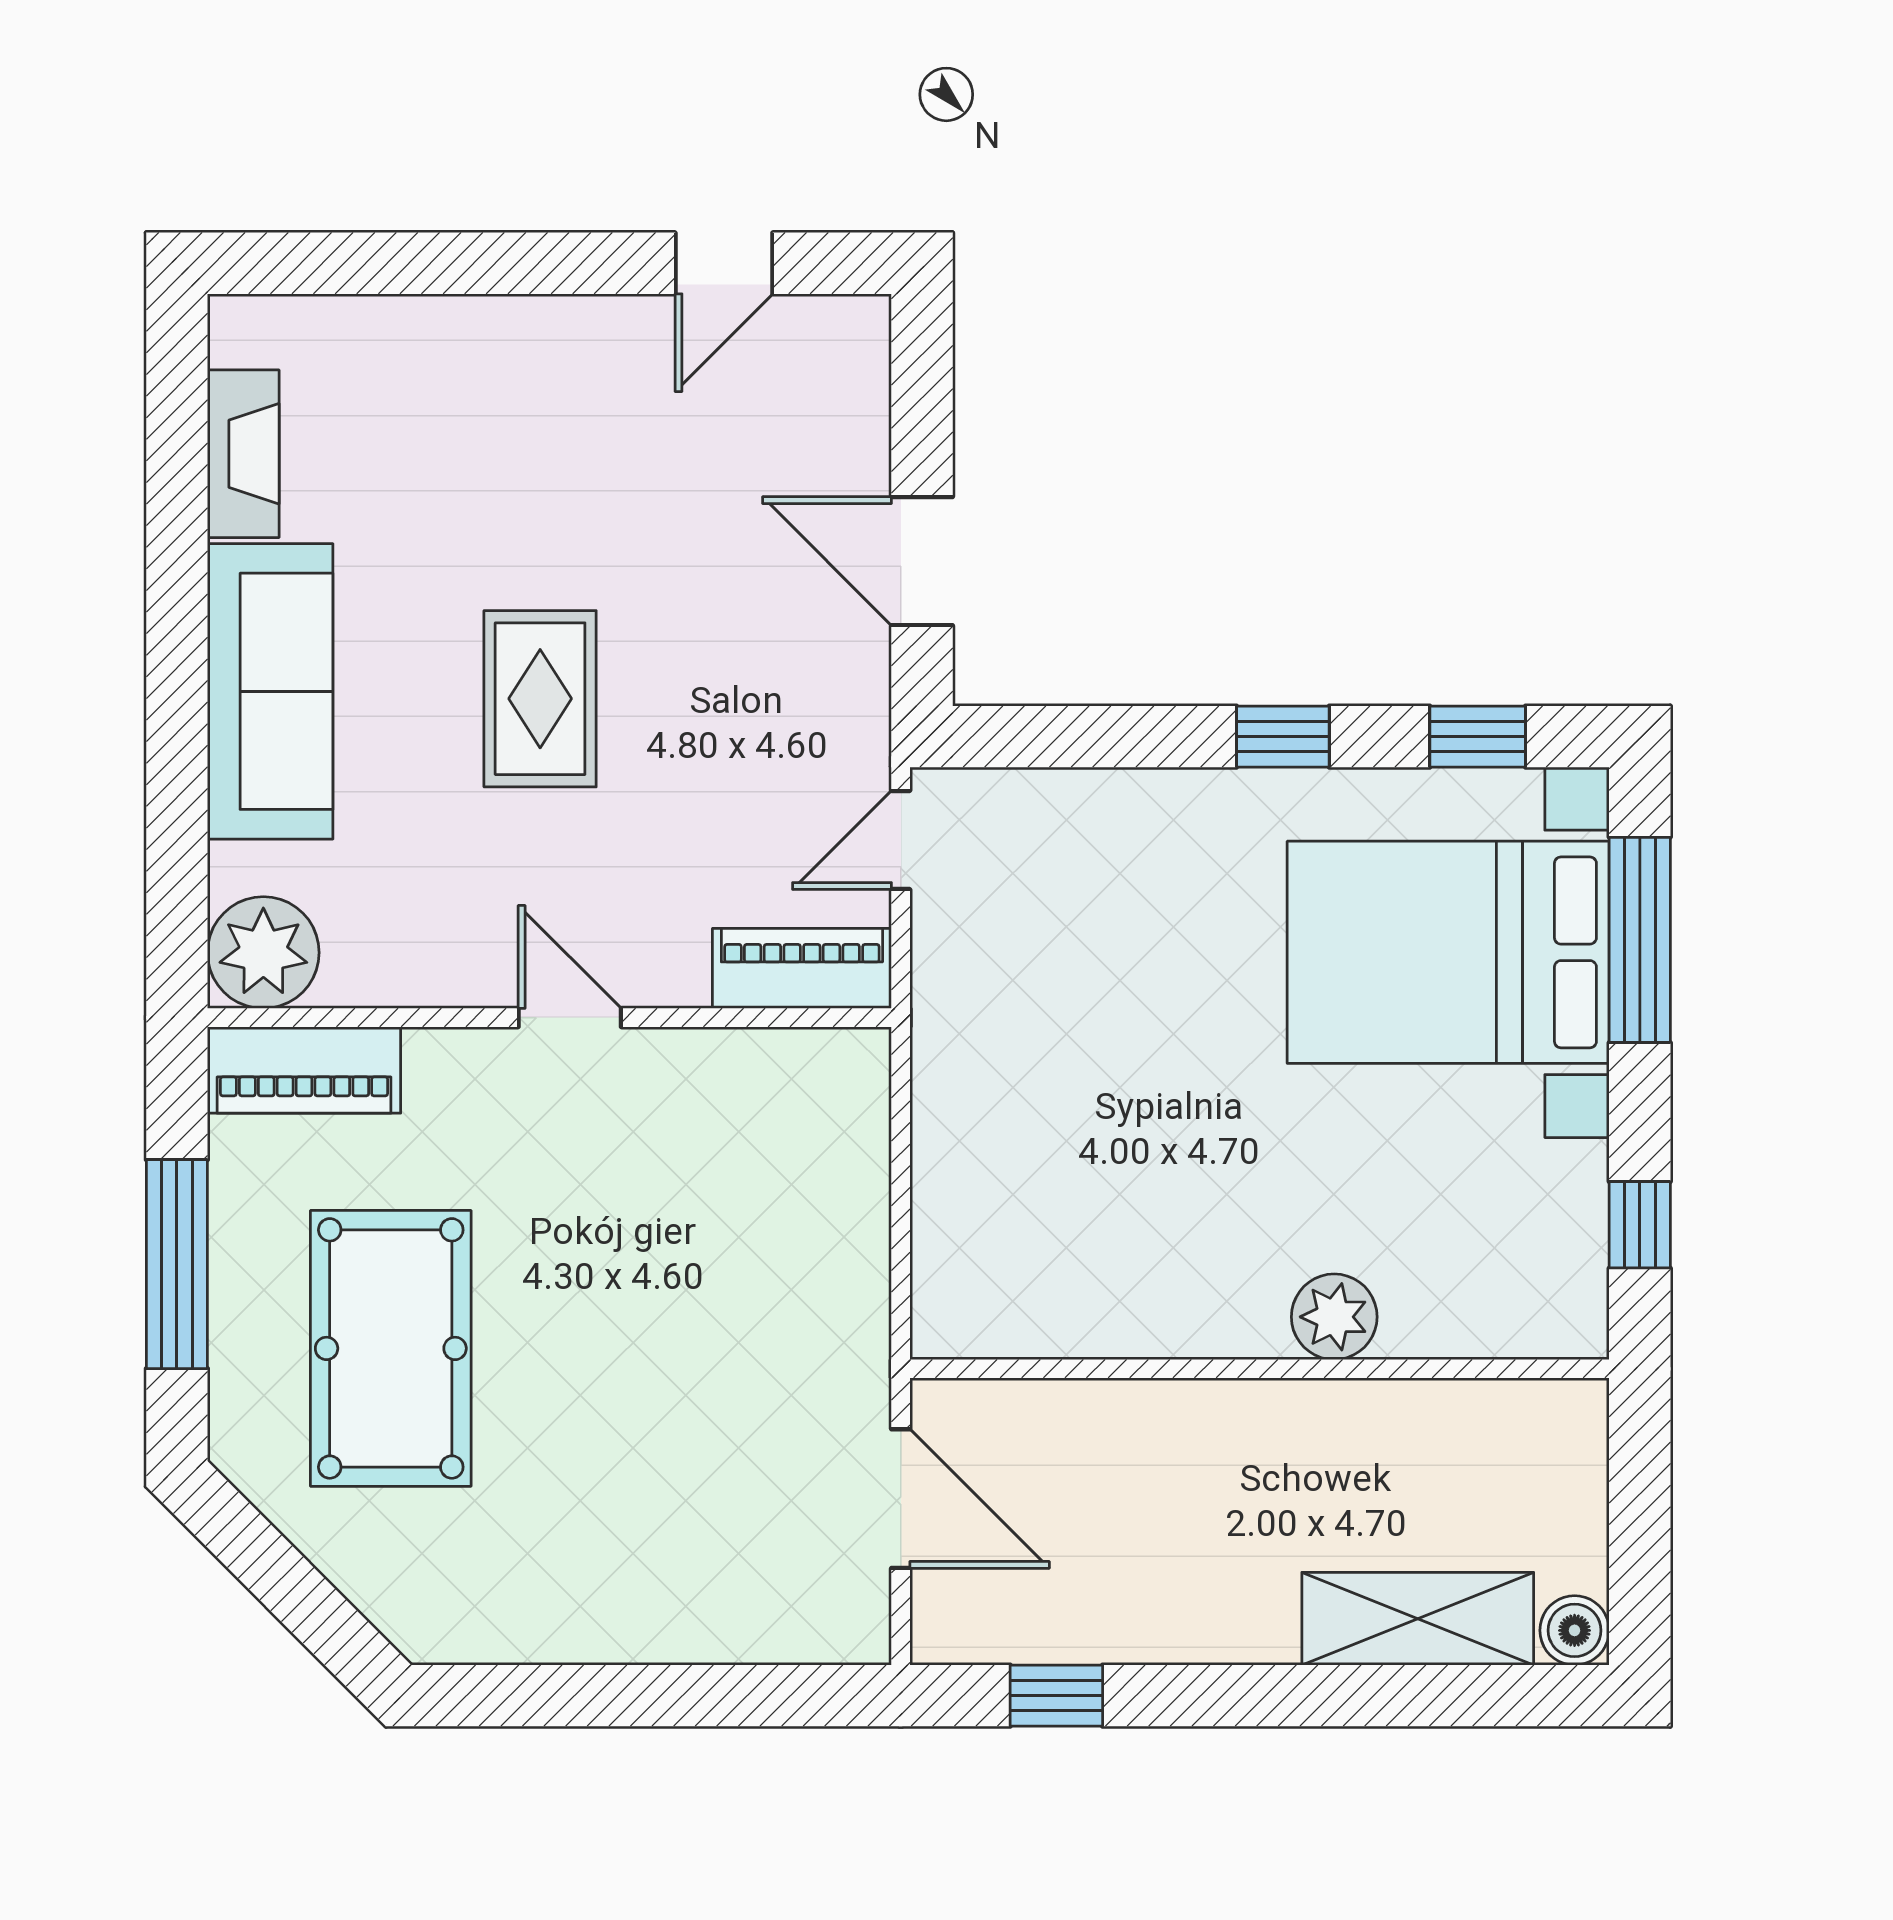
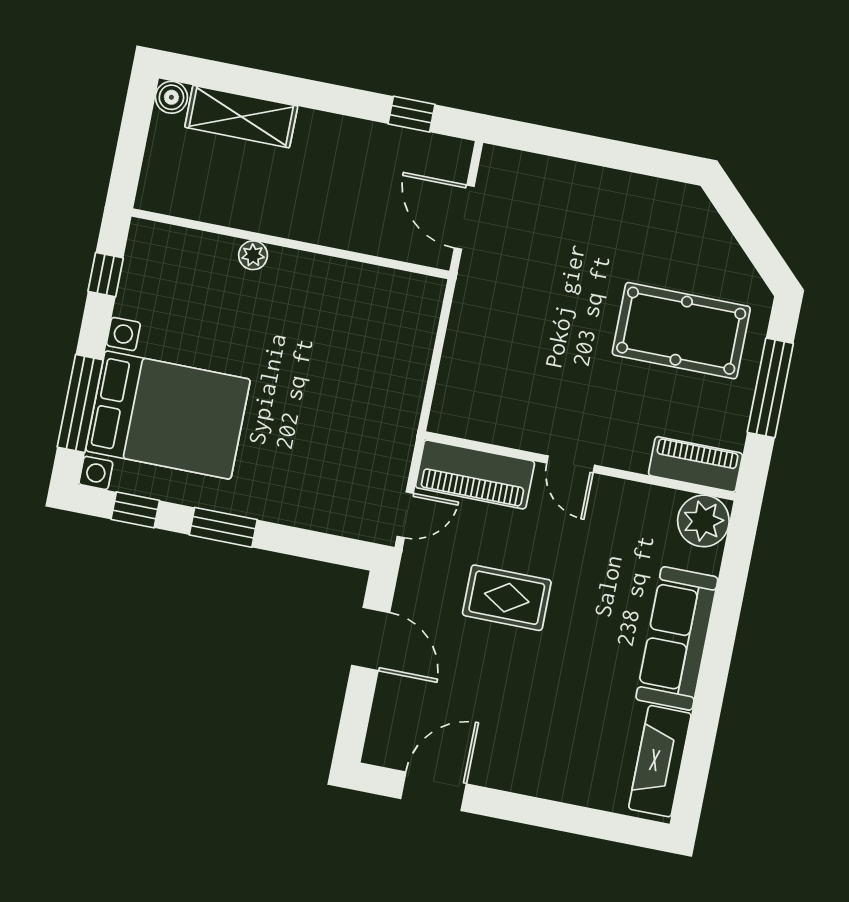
door: (724, 263) -> (433, 791), width x1.38
fireplace: (243, 454) -> (660, 761), width x1.37, depth x1.32
rug: (540, 699) -> (507, 598), moved, turned 90
window: (1283, 737) -> (223, 527), width x1.50
piano: (802, 968) -> (475, 474), width x1.37, depth x1.33
plant: (1334, 1317) -> (253, 255), width x0.73, depth x0.73
pool table: (391, 1348) -> (681, 331), turned 90

